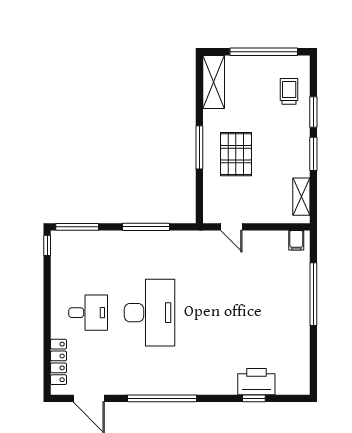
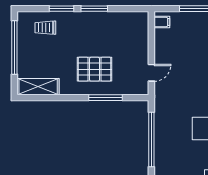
window: (199, 147) -> (106, 98), moved
shelving: (301, 197) -> (128, 18), removed
window: (146, 227) -> (151, 140), width x1.46

